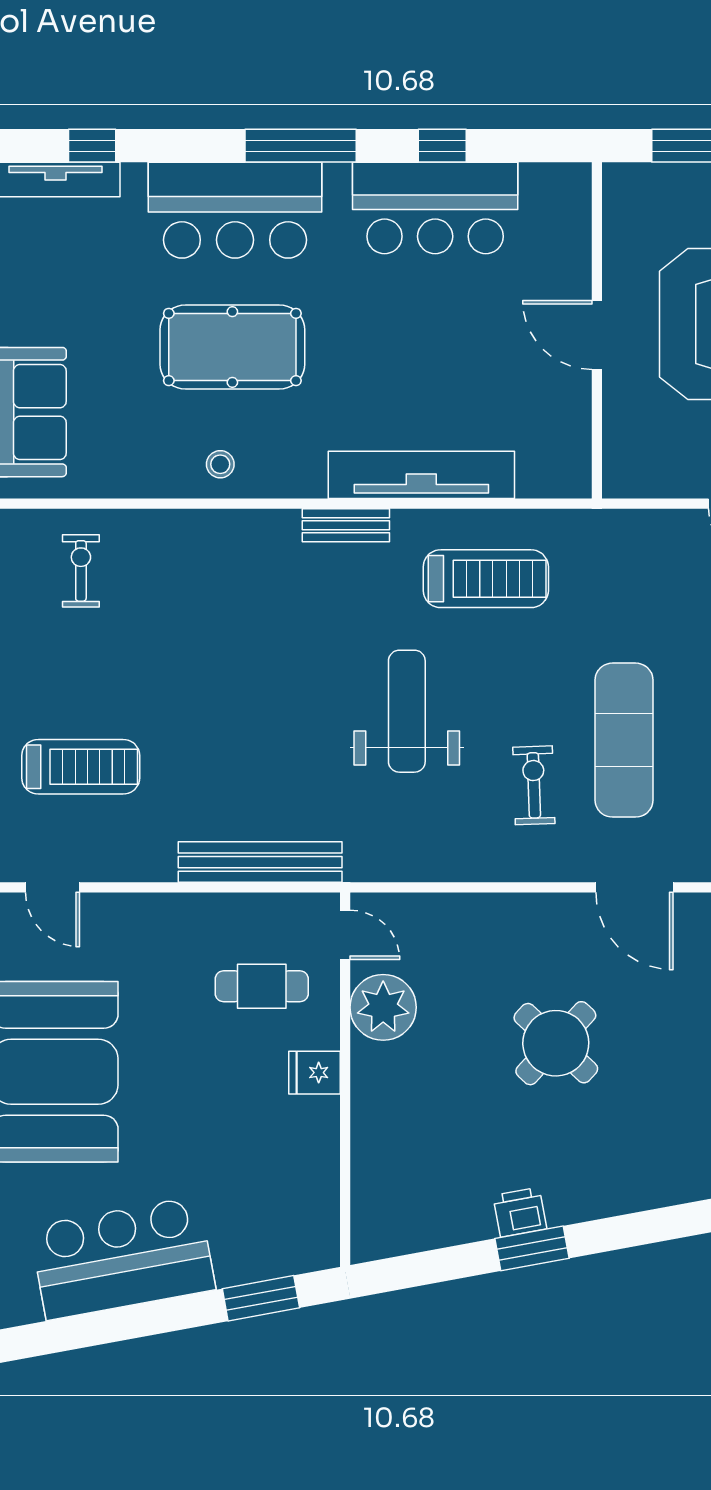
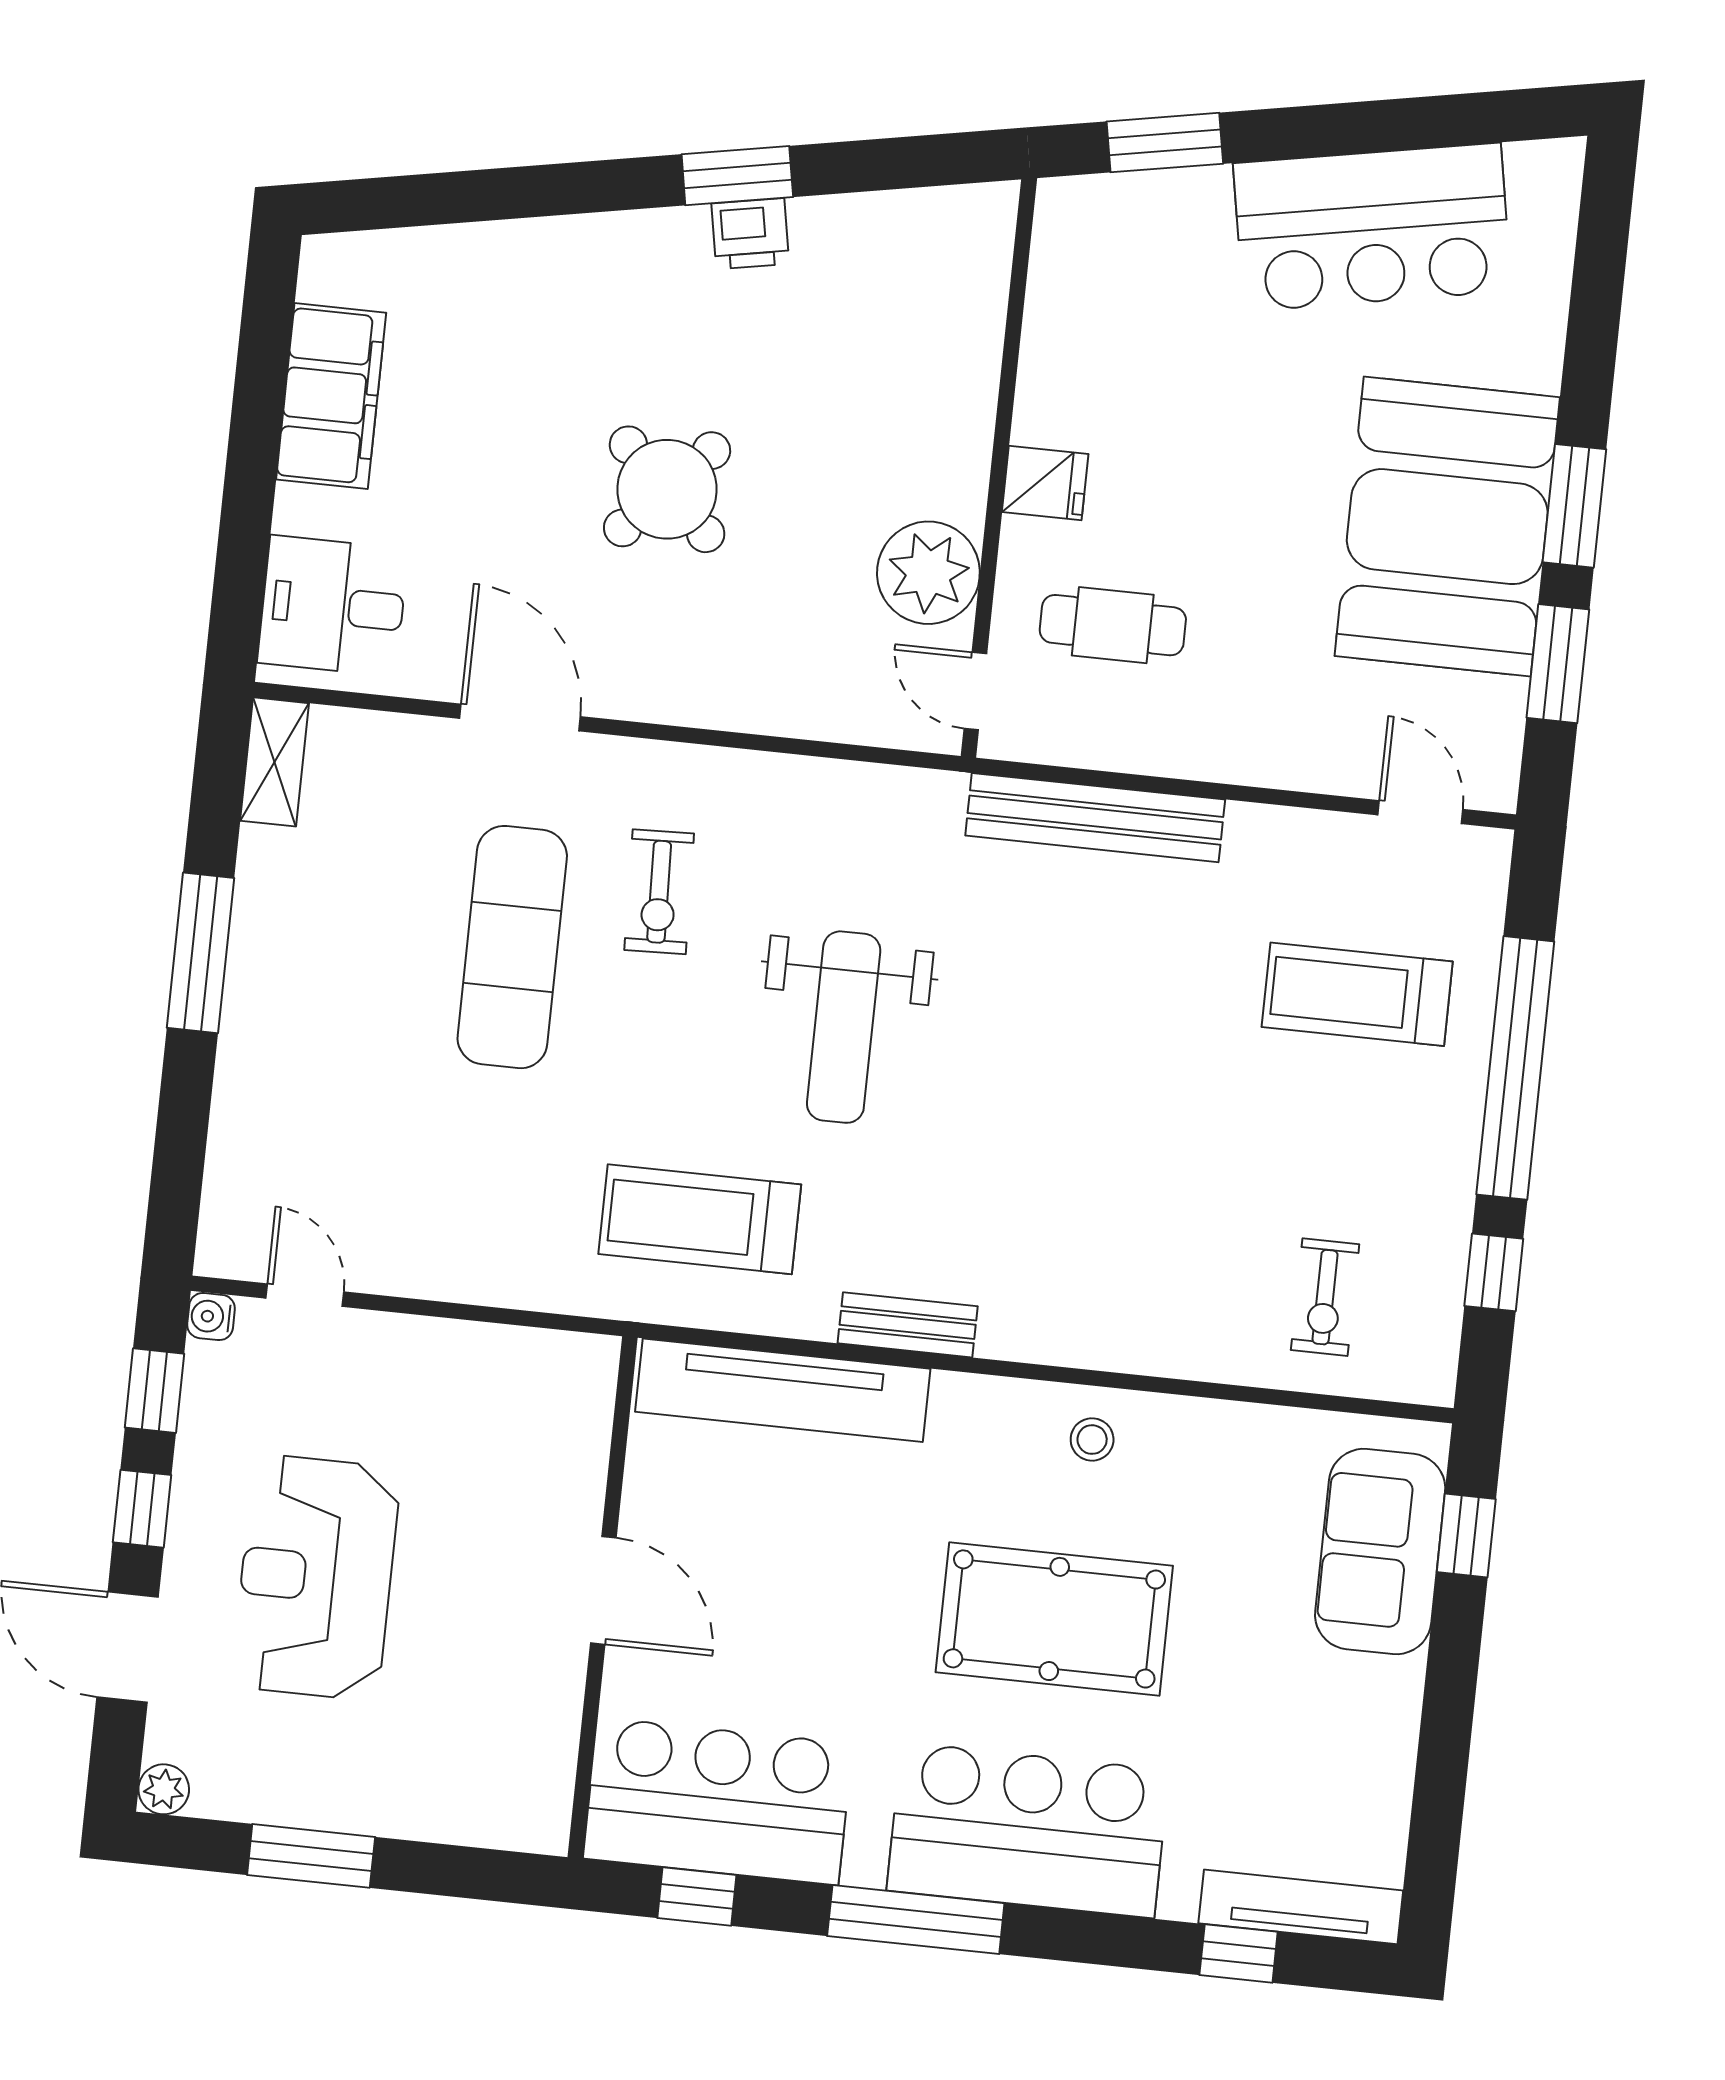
wall: (597, 330) -> (603, 1597), moved
door: (597, 335) -> (603, 1590), moved

